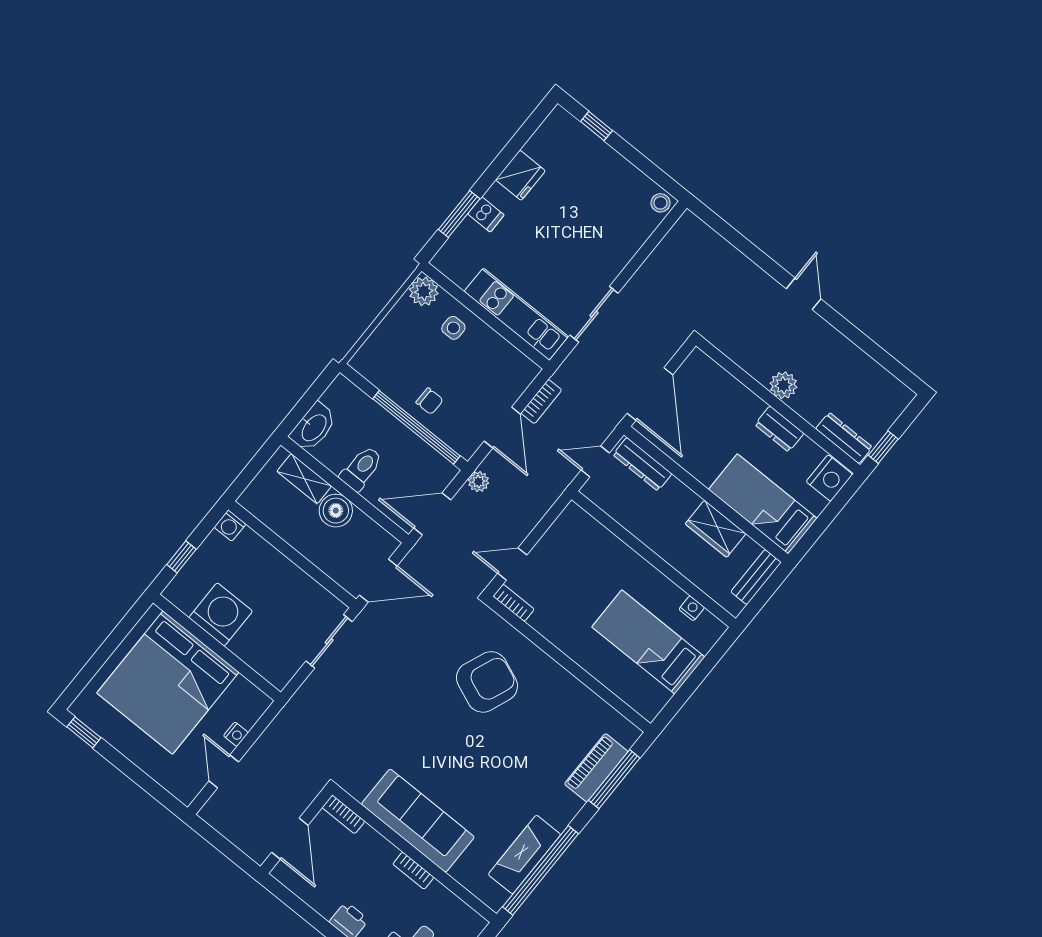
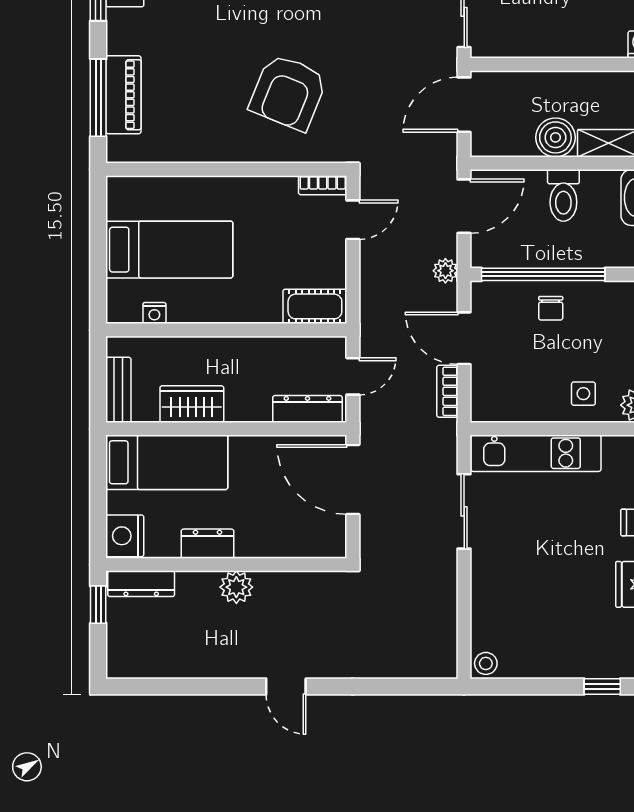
chair: (430, 401) -> (551, 308), turned -90
cot: (583, 527) -> (315, 306), added

